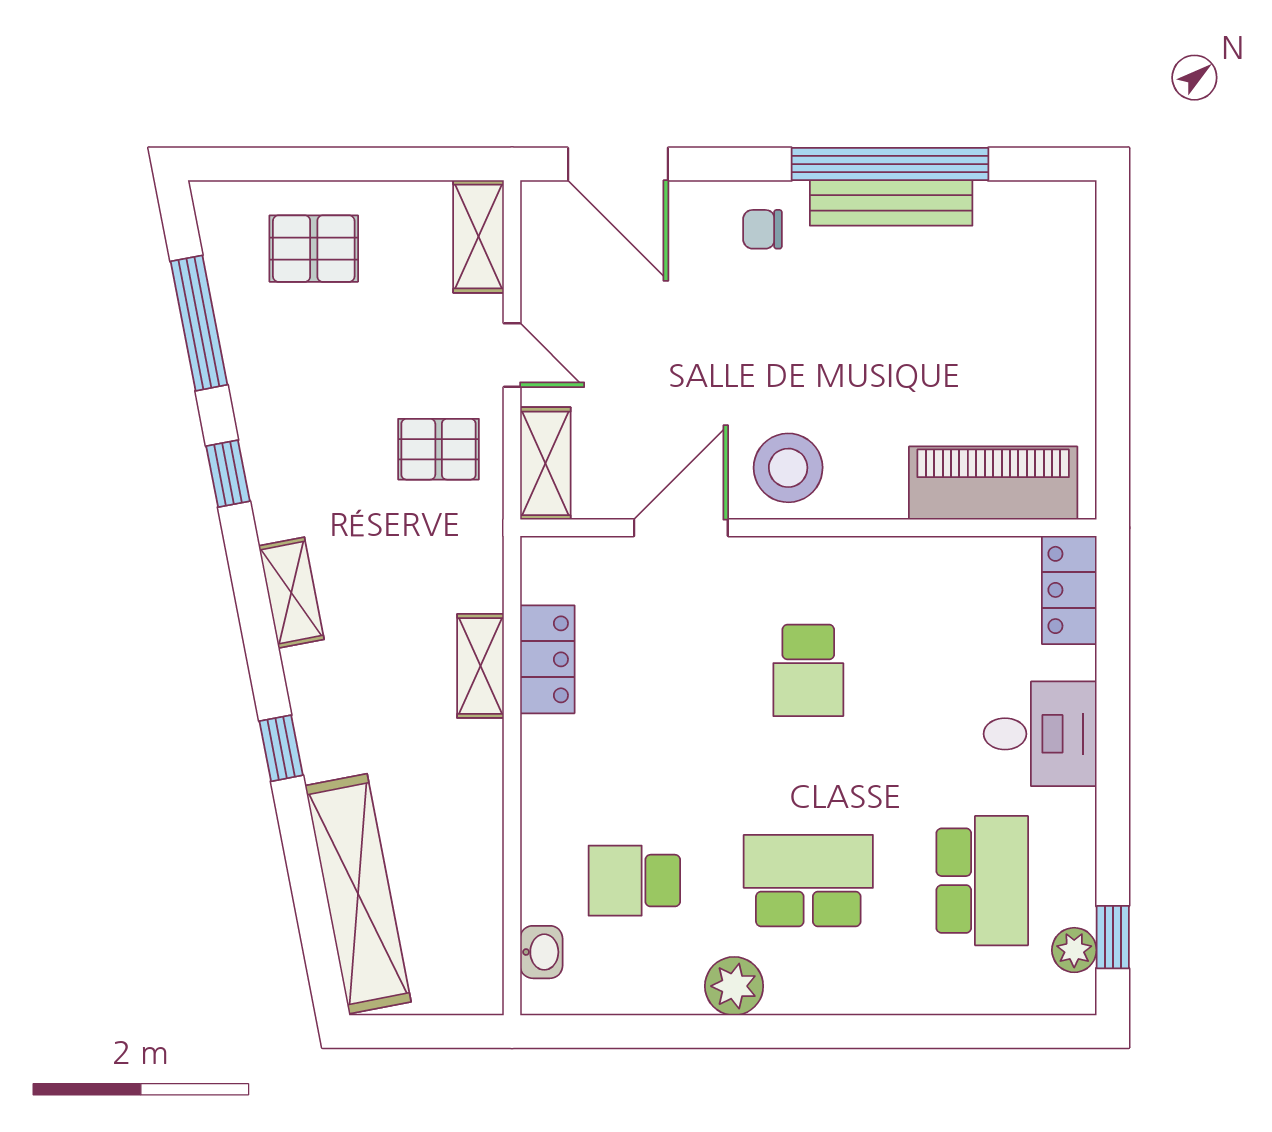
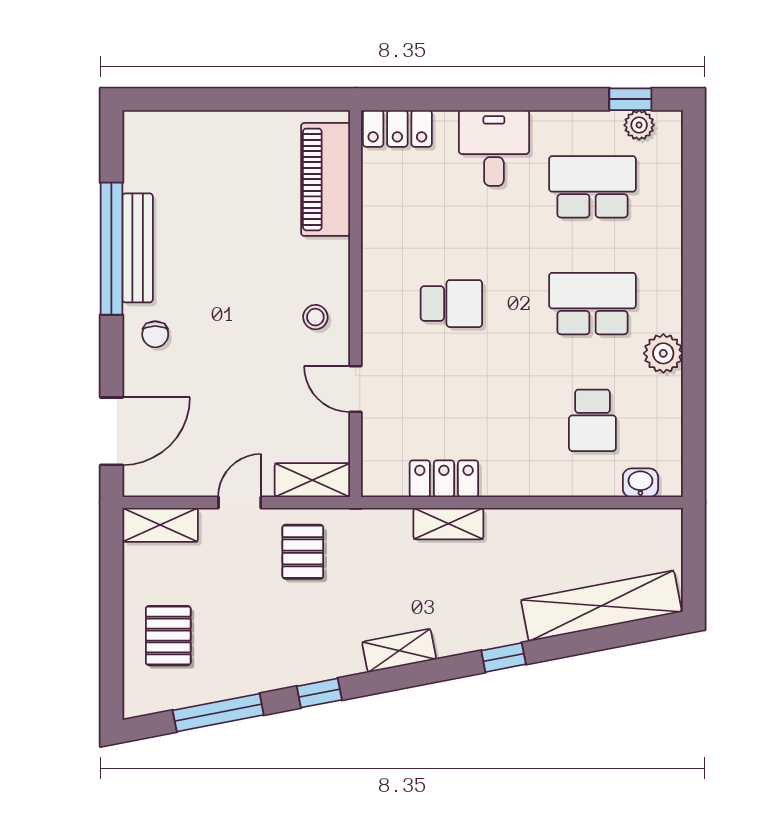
stool: (788, 468) -> (315, 317), width x0.53, depth x0.53
door: (681, 528) -> (356, 389), width x0.73
school desk: (808, 881) -> (592, 304), turned 90

